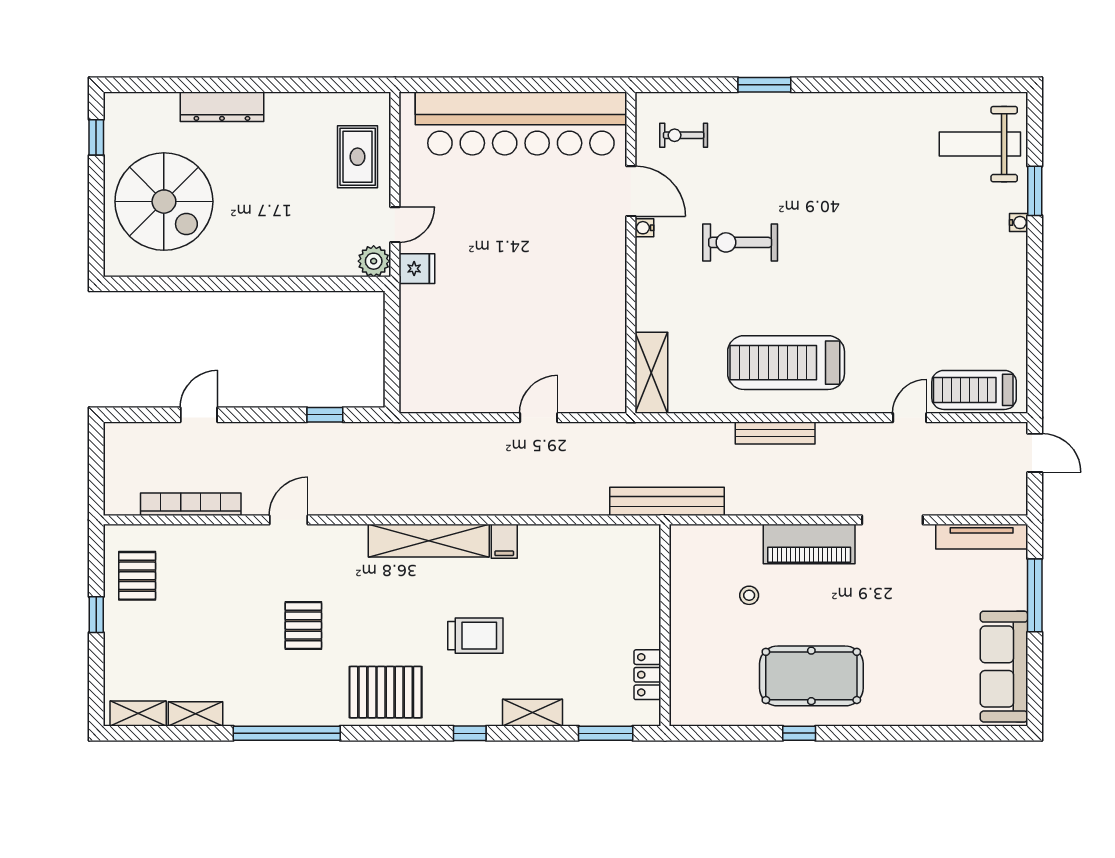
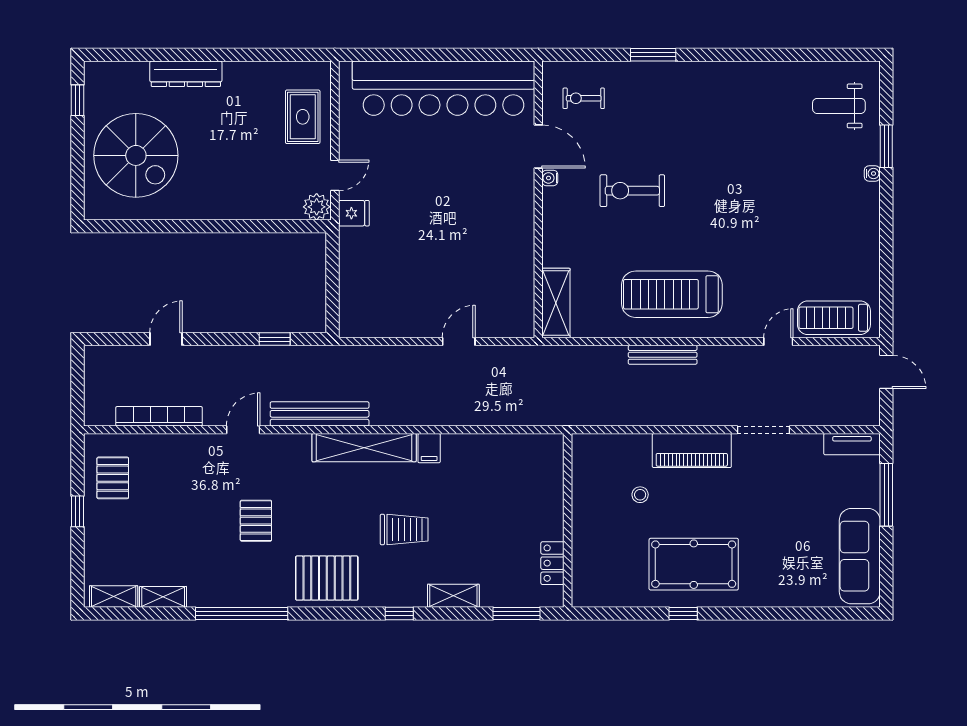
weight bench: (980, 144) -> (839, 106), width x0.73, depth x0.75
bench: (667, 501) -> (320, 414), moved
tv unit: (982, 537) -> (852, 444), width x0.71

